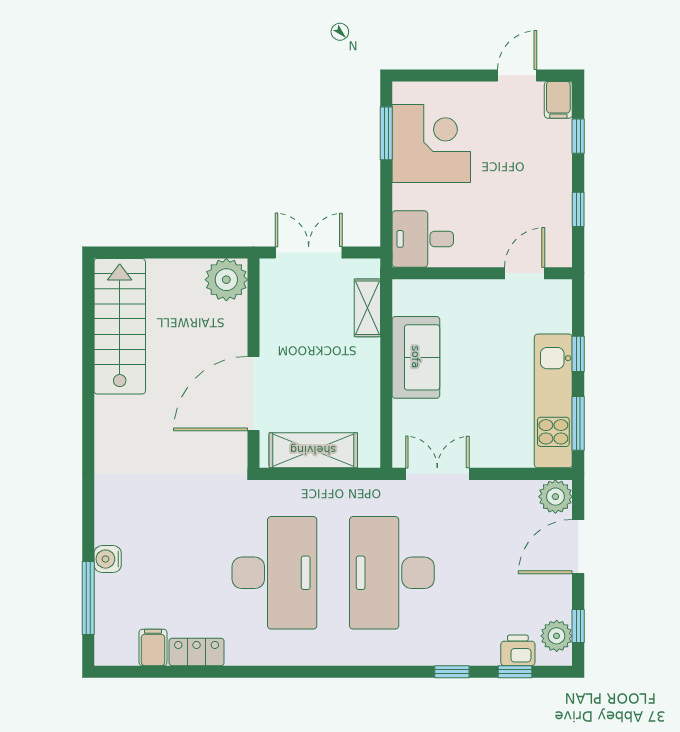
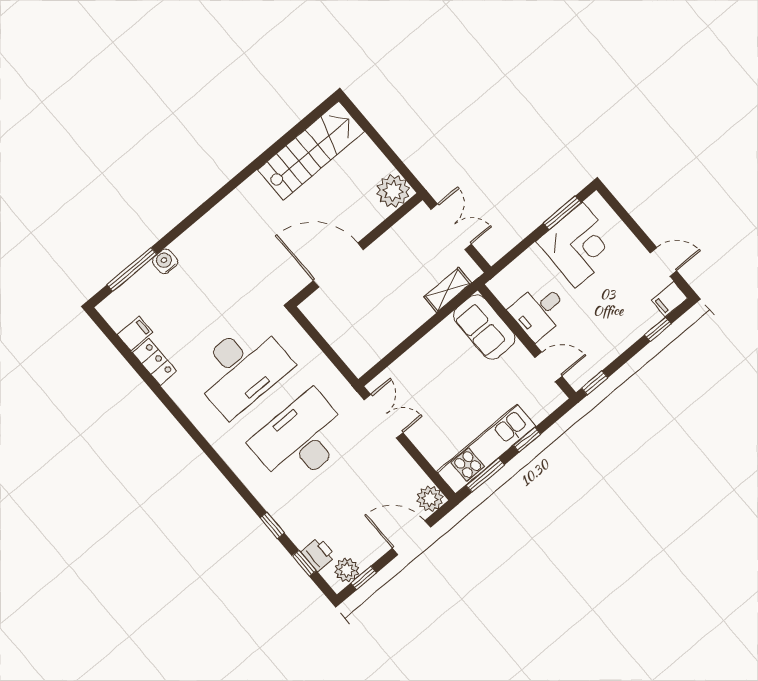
window: (578, 209) -> (595, 383), moved
desk: (423, 239) -> (539, 311), moved, turned -90
sofa: (416, 357) -> (484, 327), moved, turned 90
shelving: (313, 450) -> (335, 330), removed

